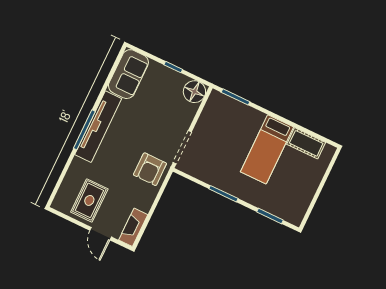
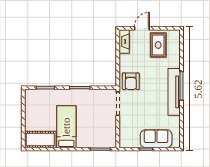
sofa: (128, 74) -> (156, 139), moved, turned 90
floor lamp: (194, 92) -> (126, 141), removed
cot: (306, 143) -> (40, 139), width x1.37, depth x1.34
armchair: (150, 169) -> (131, 81), turned 180
door: (101, 234) -> (142, 28), hinge flipped

